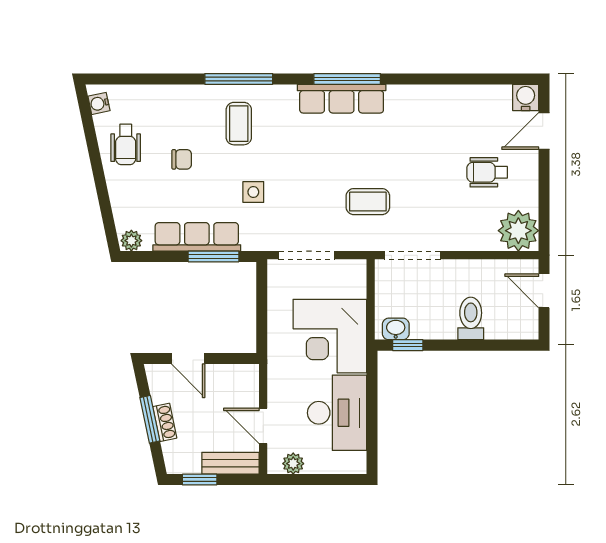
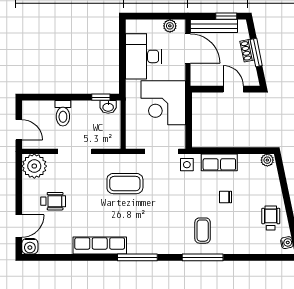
row of seats: (342, 99) -> (100, 246), moved
chair: (182, 159) -> (226, 197), moved
side table: (253, 192) -> (187, 165), moved
coffee table: (368, 202) -> (125, 184), width x1.36, depth x1.30
row of seats: (197, 237) -> (219, 162), width x0.68
doorway: (413, 255) -> (75, 151), moved
window: (214, 256) -> (218, 151), removed
corner desk: (330, 336) -> (163, 103), moved, turned 180
door: (263, 426) -> (188, 48), width x1.38
bench: (230, 463) -> (214, 26), width x1.36

